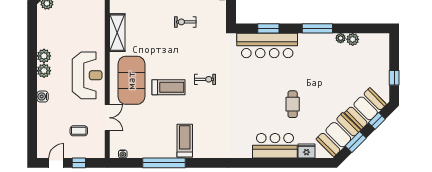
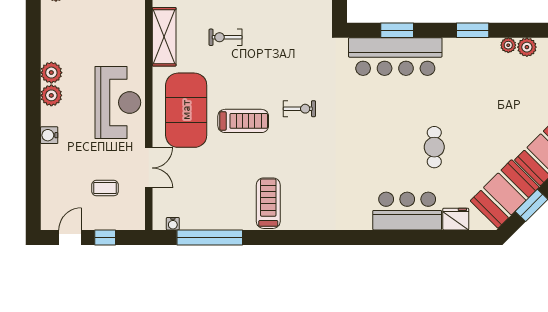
exercise bike: (185, 22) -> (225, 37), moved
window: (317, 28) -> (473, 30), width x0.69
window: (164, 163) -> (210, 237), moved

